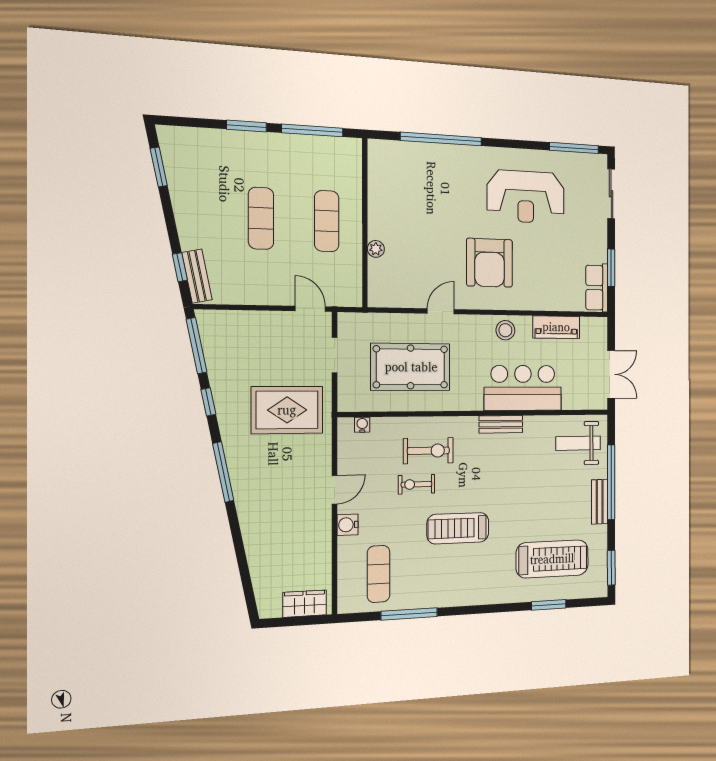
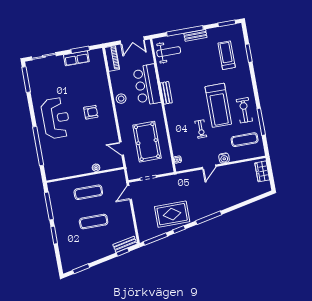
reception desk: (526, 197) -> (56, 118), moved
armchair: (490, 263) -> (91, 112), width x0.53, depth x0.53
row of seats: (597, 288) -> (76, 58), moved
door: (441, 311) -> (122, 149), moved
piano: (556, 327) -> (112, 58), moved
double door: (611, 374) -> (132, 40), swing flipped
rug: (287, 410) -> (172, 214), moved, turned 90
weight bench: (578, 443) -> (169, 52), turned -90
exercise bike: (428, 451) -> (244, 110), moved
door: (335, 490) -> (209, 167), swing flipped
treadmill: (458, 528) -> (218, 105), width x1.37, depth x1.38
treadmill: (552, 559) -> (227, 55), width x0.73, depth x0.73

